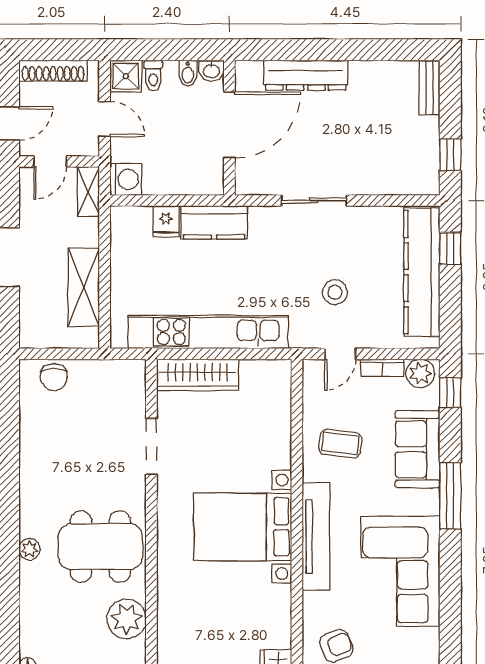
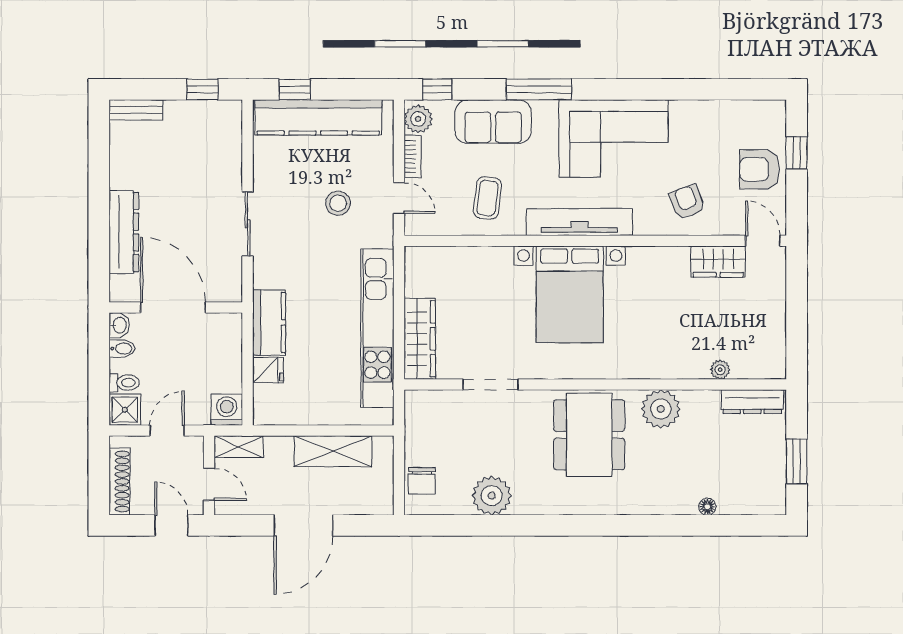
chair: (54, 377) -> (422, 481), turned 90
plant: (30, 549) -> (492, 496), moved, width x1.87, depth x1.87

